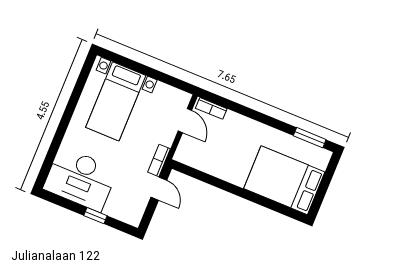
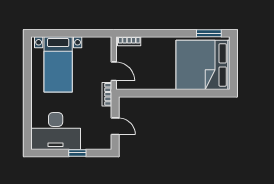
door: (185, 121) -> (114, 71), moved
bed: (284, 180) -> (203, 65), width x1.36
door: (159, 189) -> (115, 126), moved

